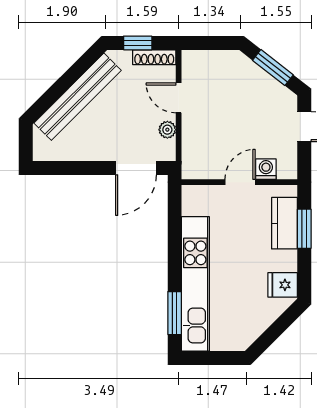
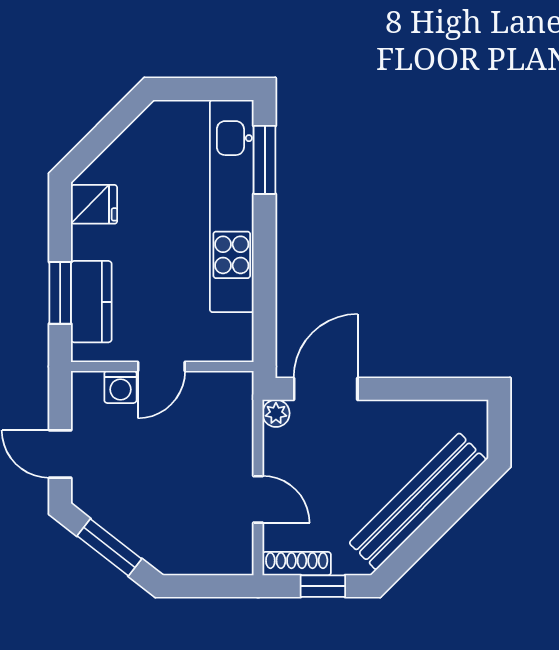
plant: (167, 130) -> (276, 413), moved

